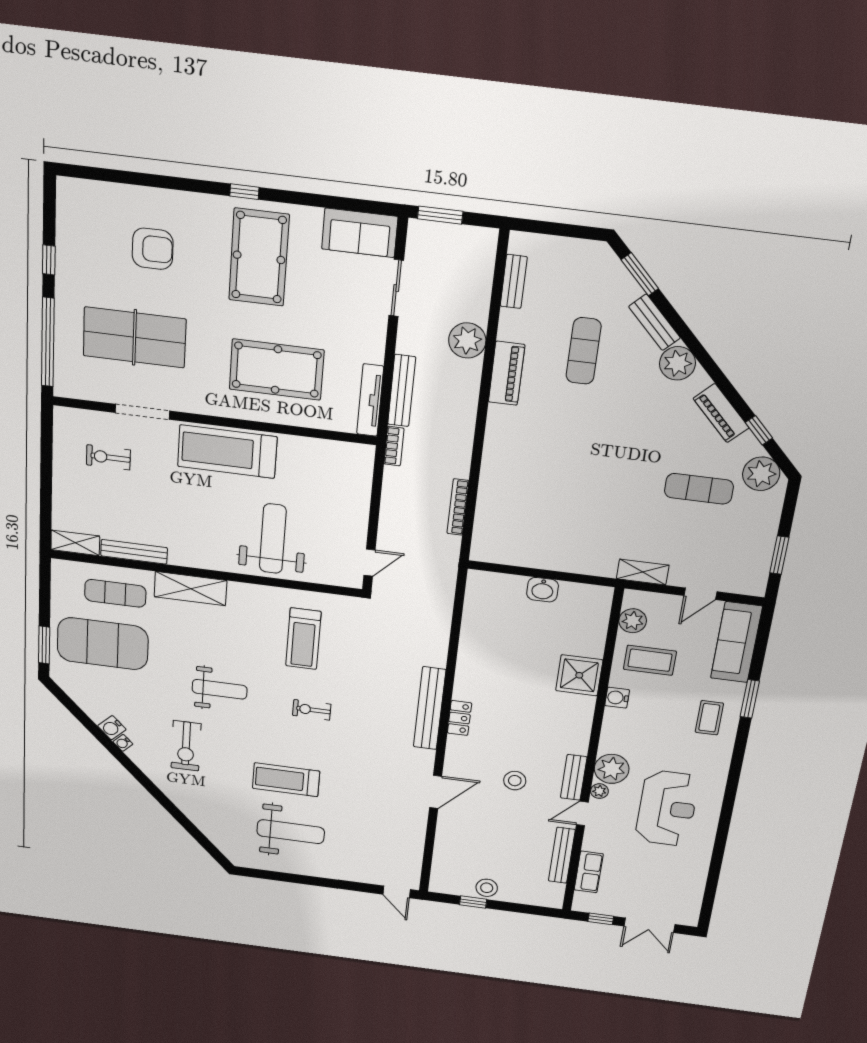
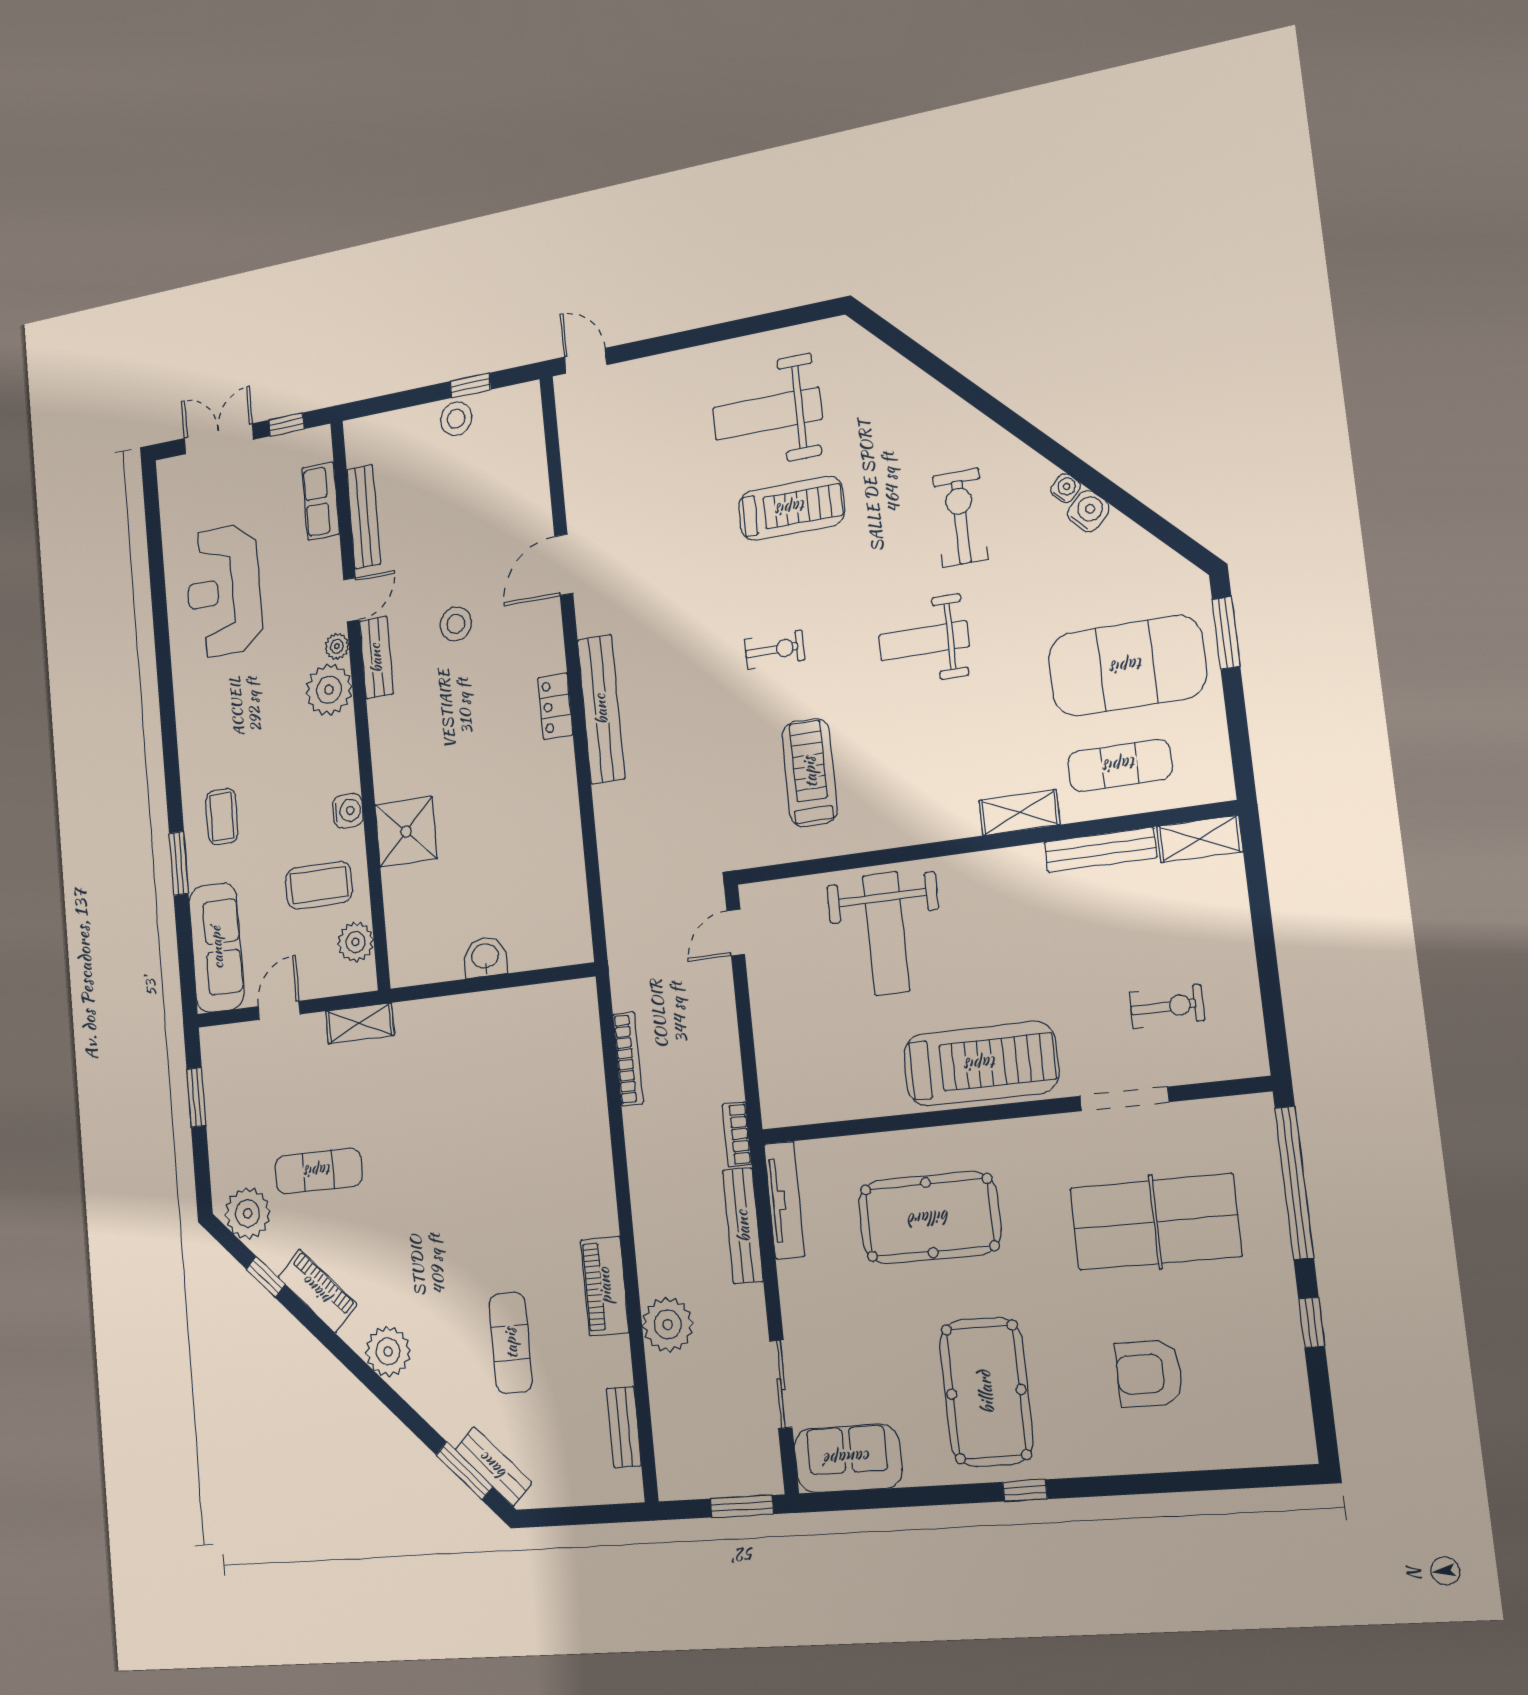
bench: (654, 322) -> (493, 1466), moved
shelving: (190, 589) -> (1019, 813), width x0.67, depth x0.75
reception desk: (667, 808) -> (224, 591), moved

